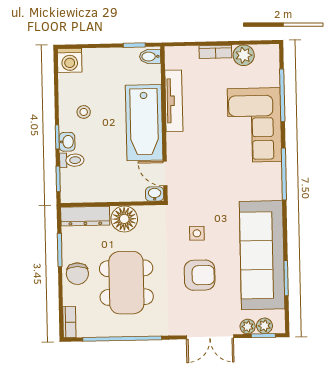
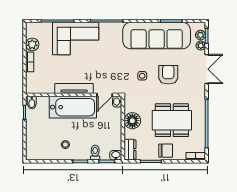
washing machine: (70, 60) -> (33, 153), removed
tv unit: (174, 101) -> (74, 88), moved
washbasin: (67, 142) -> (116, 155), moved
dresser: (85, 216) -> (130, 150), width x0.70

